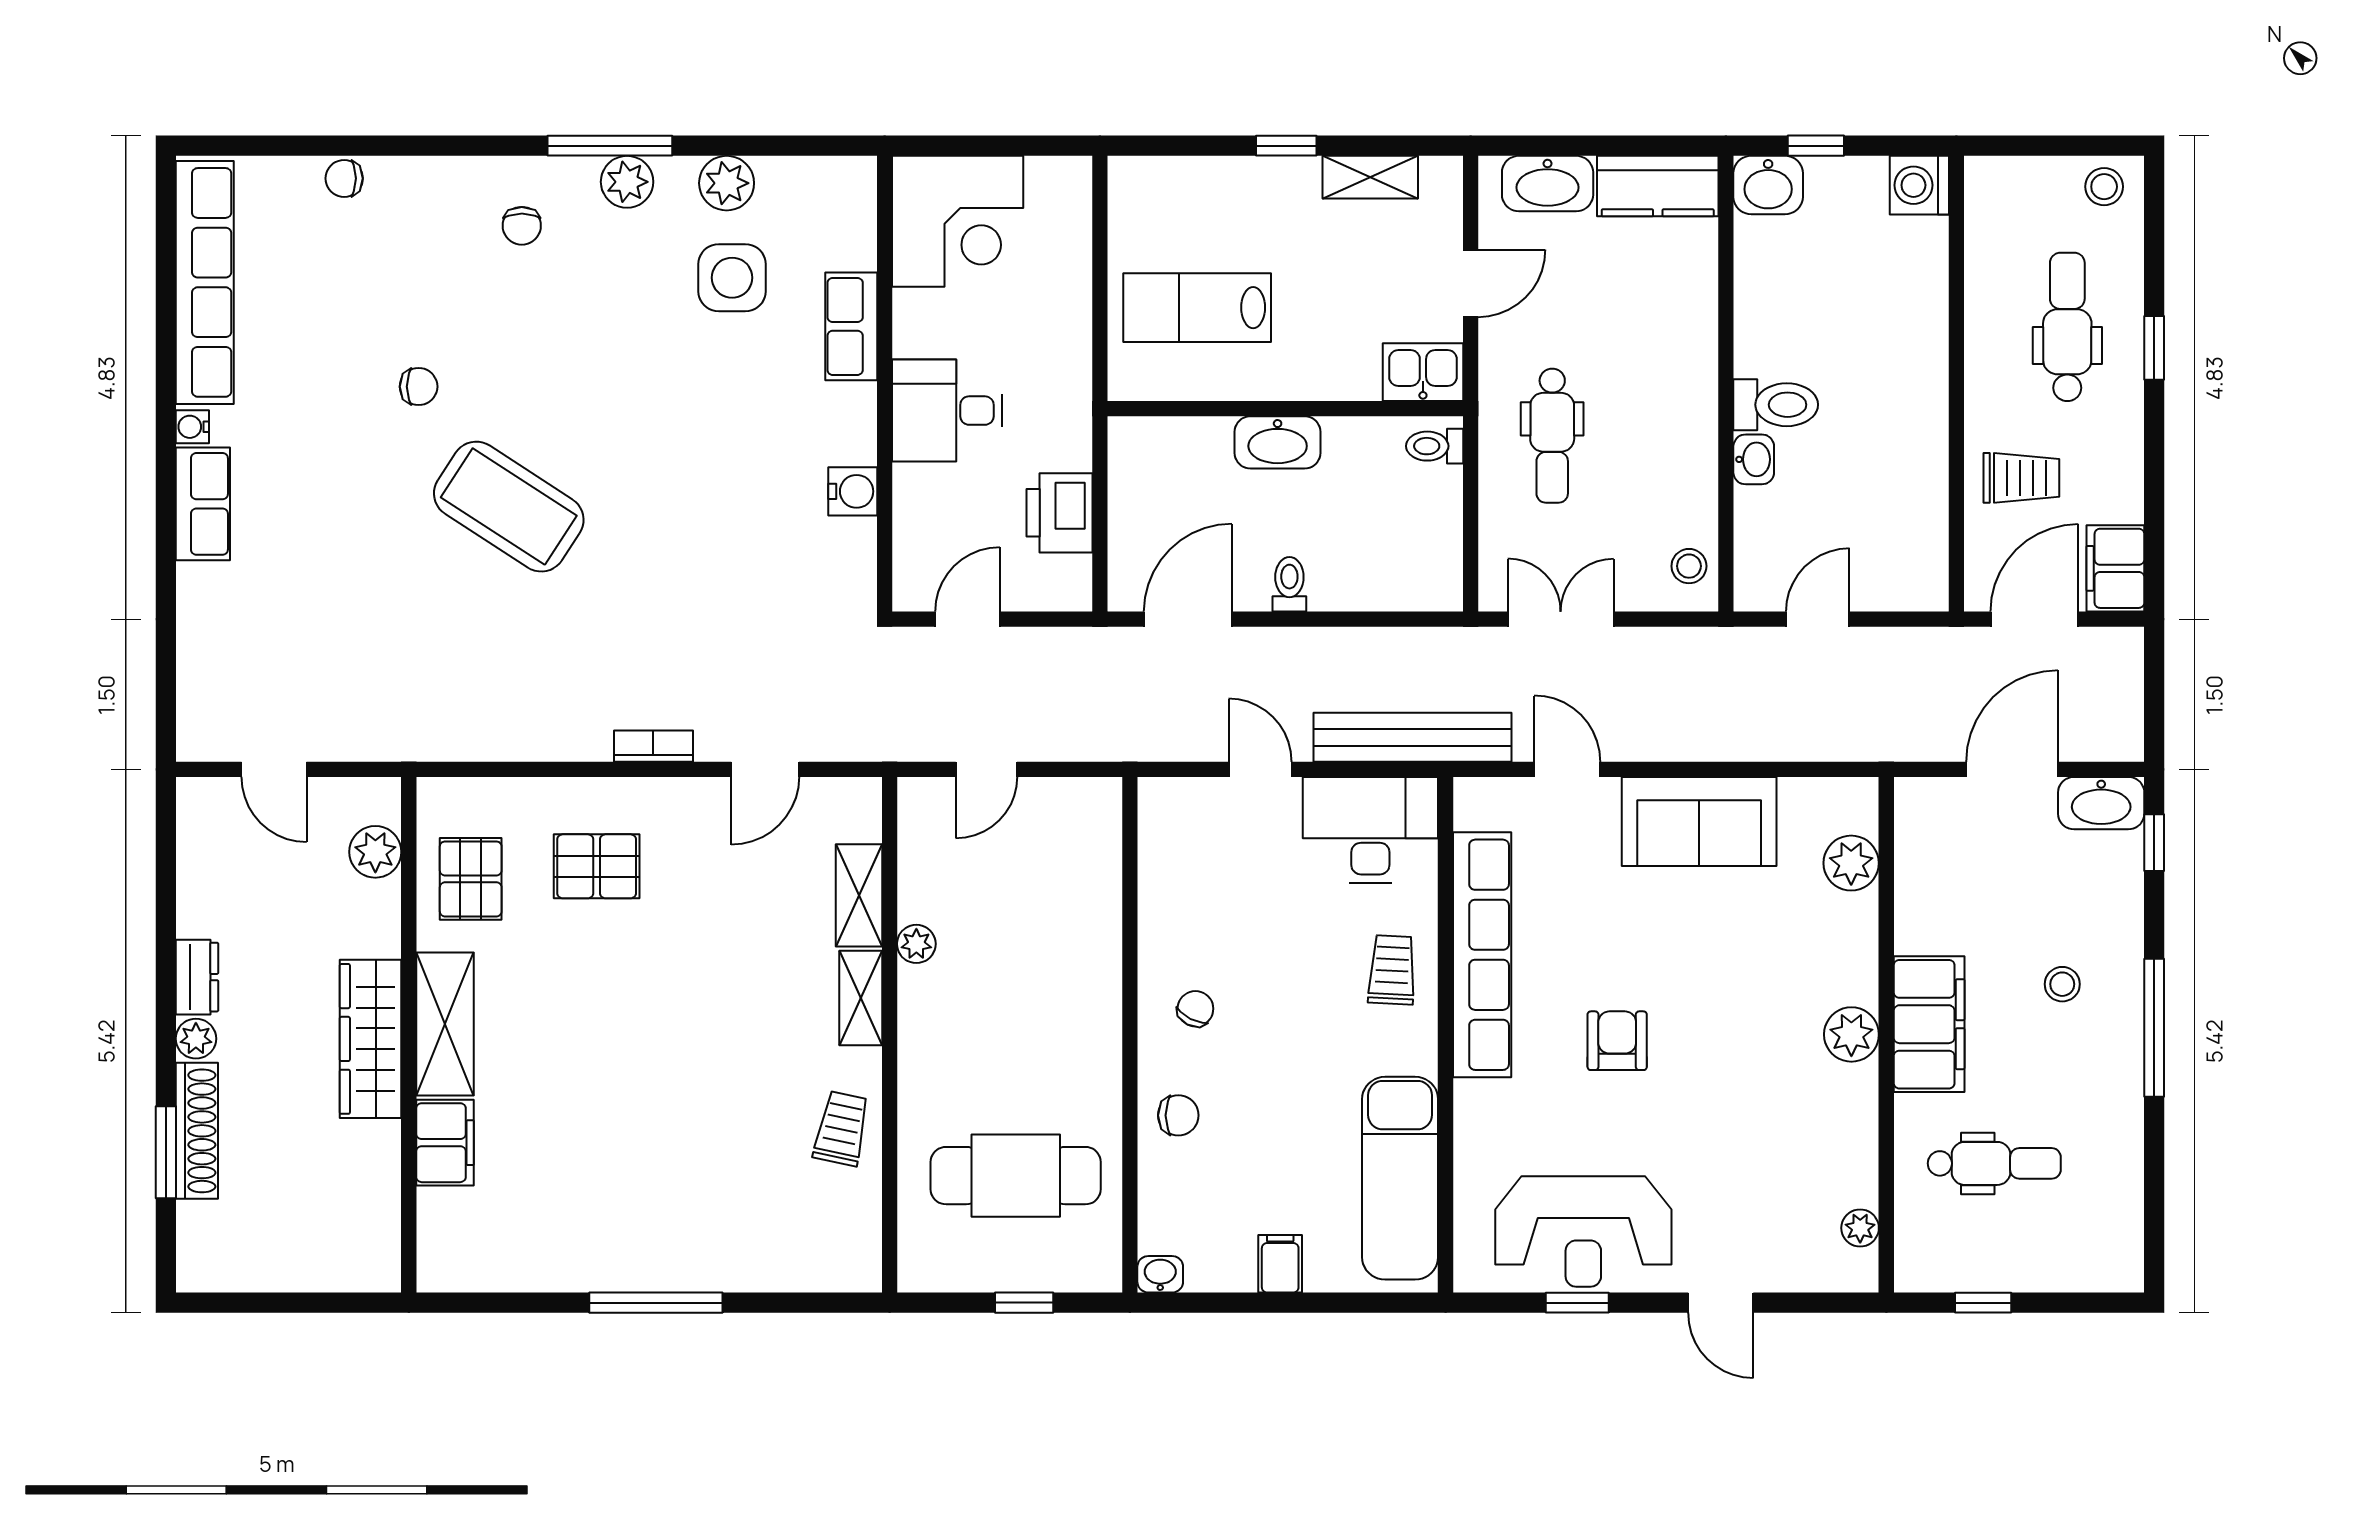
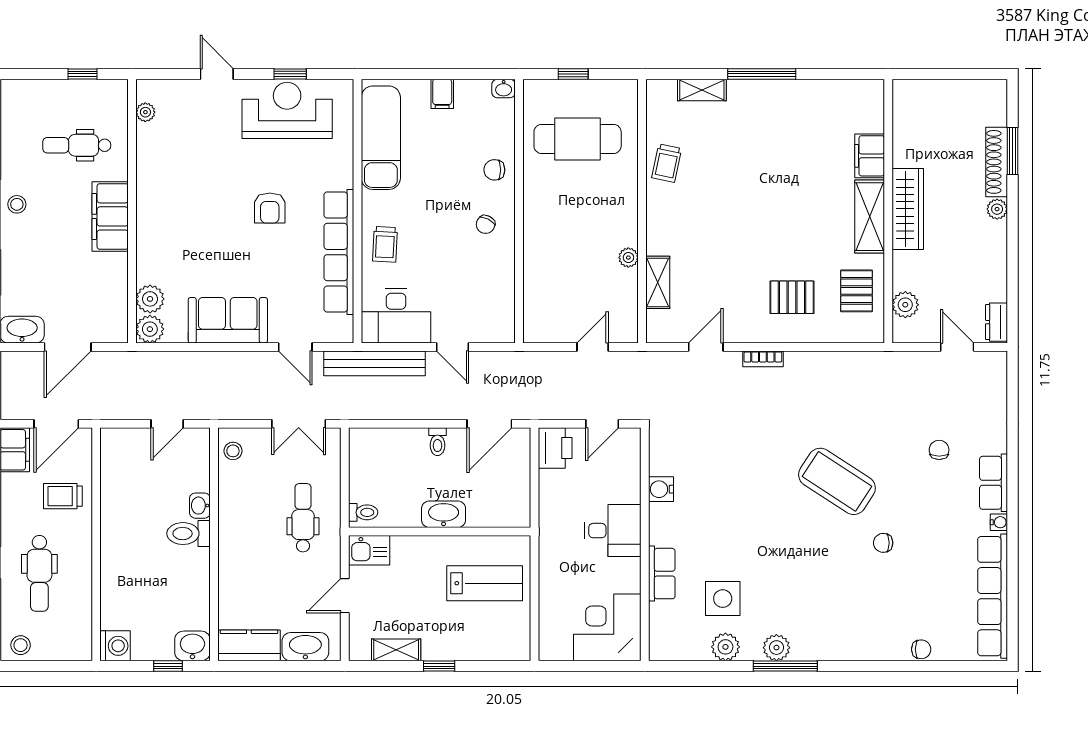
chair: (522, 226) -> (939, 450), moved
printer: (1059, 513) -> (555, 448), moved
dresser: (197, 977) -> (997, 322), moved
stool: (2062, 984) -> (17, 204), moved
shelving: (861, 998) -> (702, 90), moved, turned 90
plant: (1851, 1034) -> (150, 329), moved

